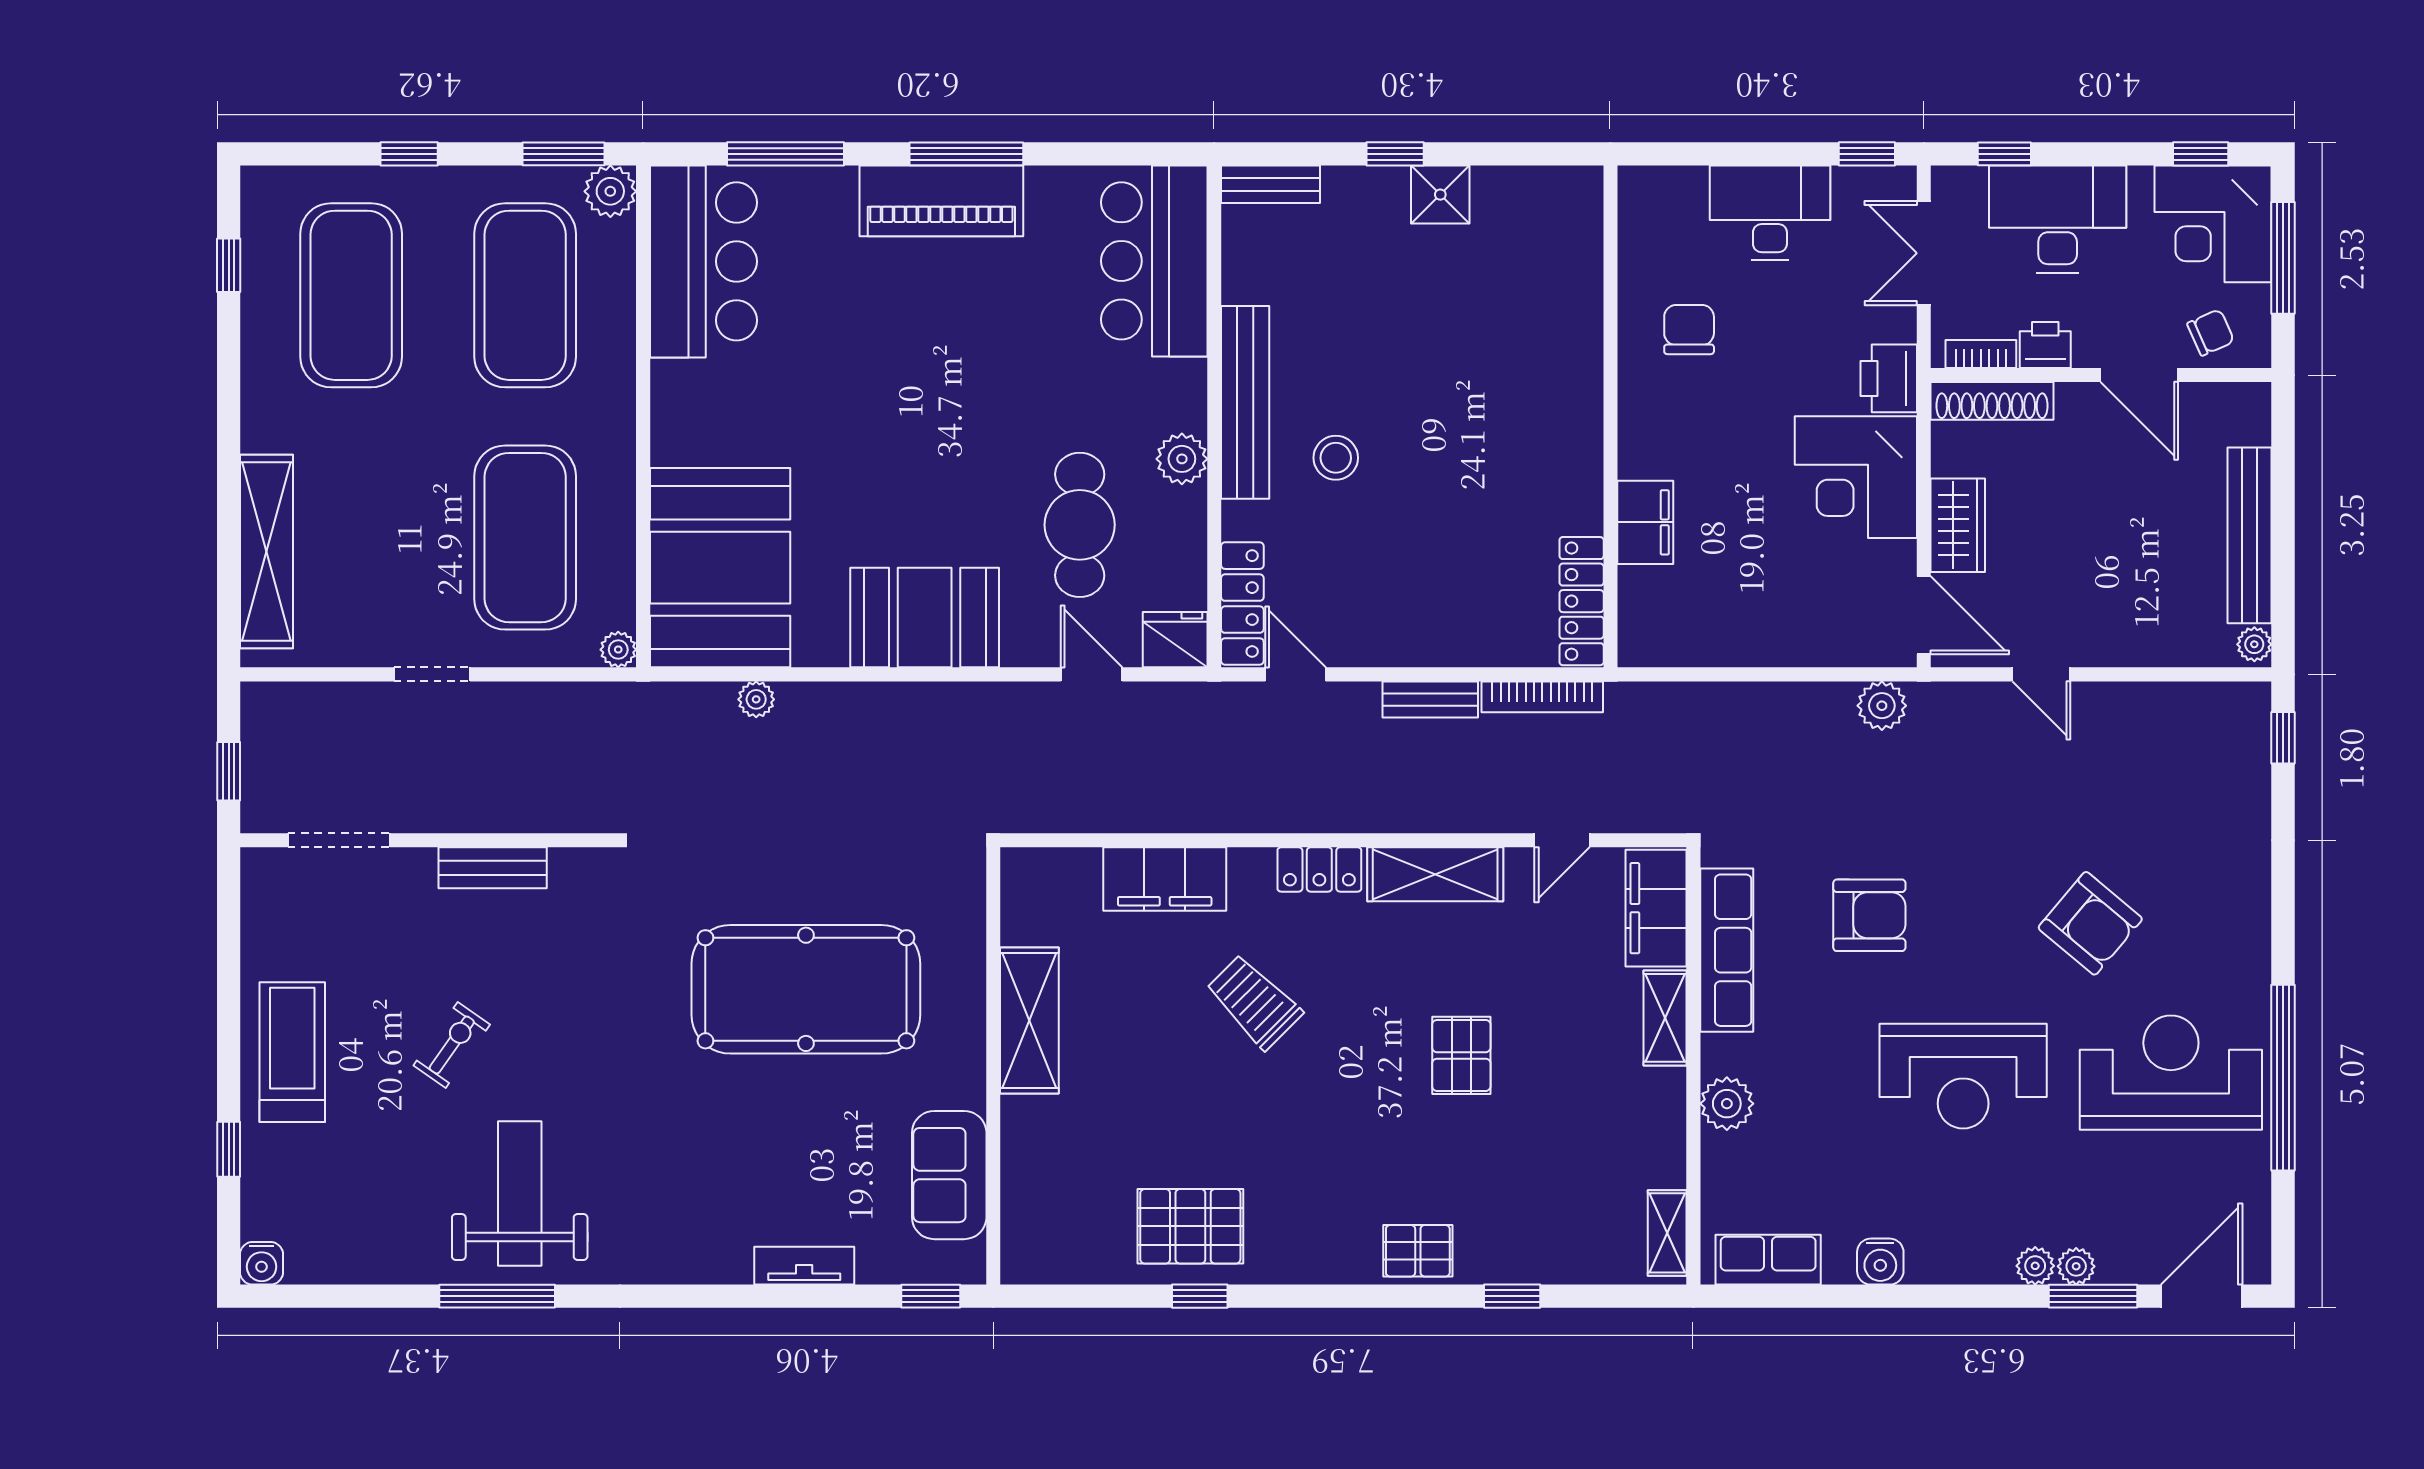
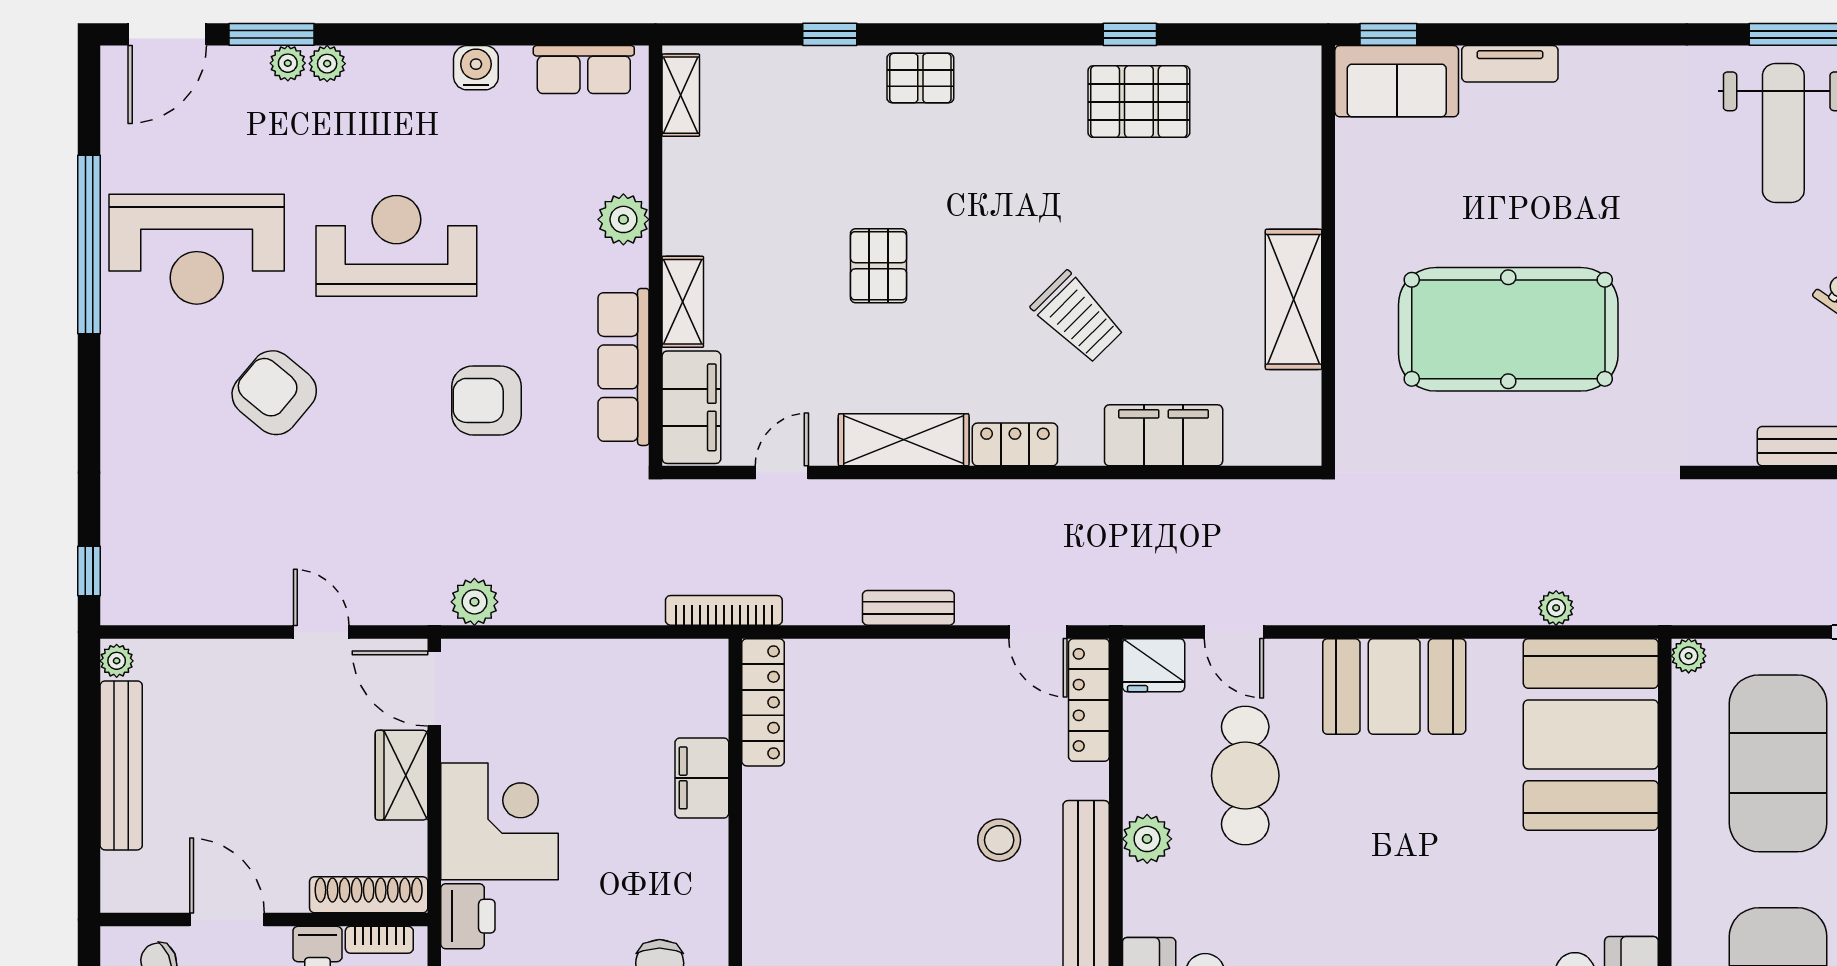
bookcase: (1542, 697) -> (724, 610), moved
sofa: (949, 1175) -> (1397, 81), moved, turned 90

